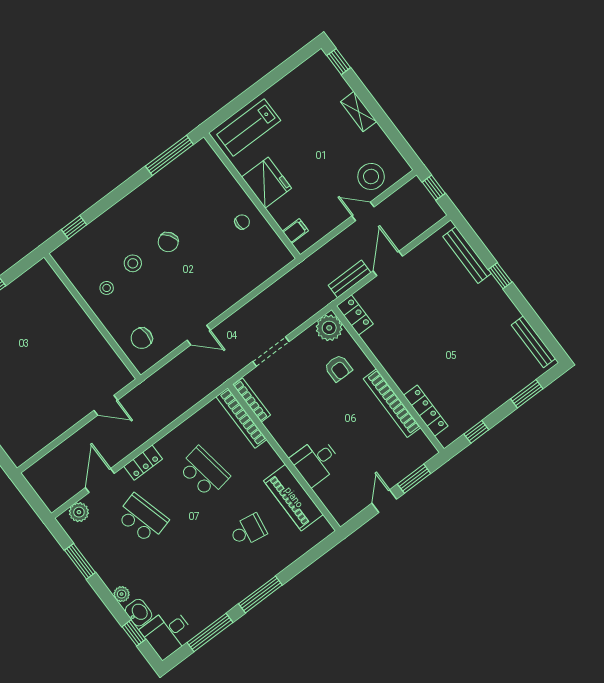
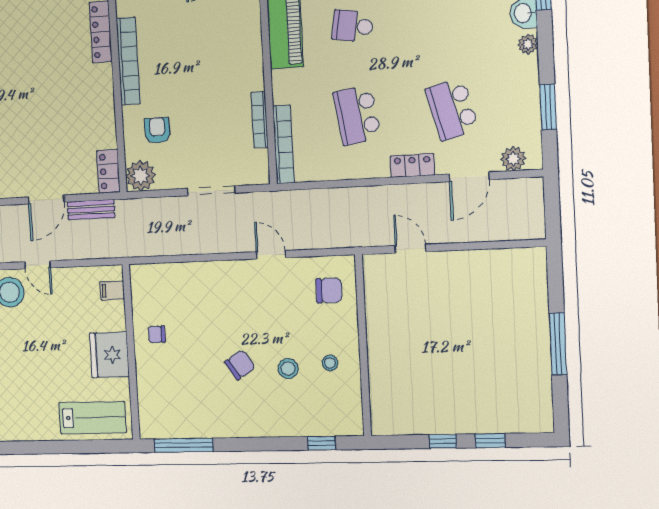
bookcase: (252, 400) -> (260, 120), moved
desk: (316, 461) -> (239, 52), removed

